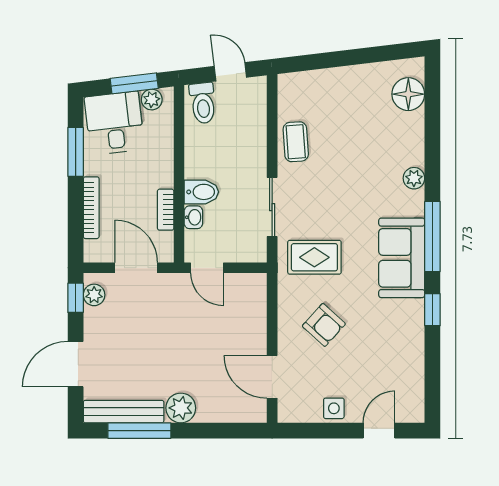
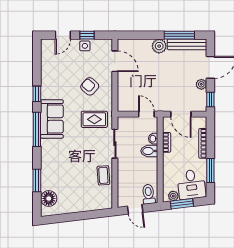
window: (432, 131) -> (37, 180), added
plant: (414, 178) -> (46, 158), removed
plant: (94, 295) -> (201, 84), moved
window: (329, 431) -> (87, 35), added

